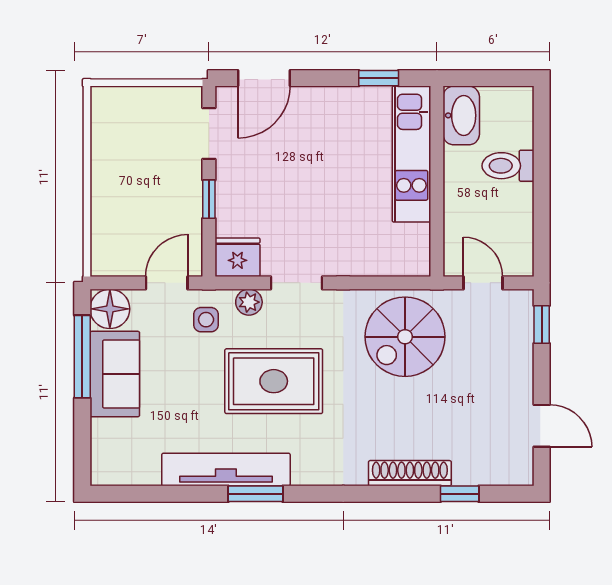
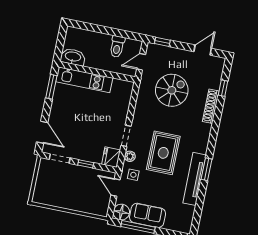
window: (379, 78) -> (51, 87), width x1.50
toilet: (508, 166) -> (117, 47), moved
spiral stairs: (405, 337) -> (172, 90), moved, turned -90

